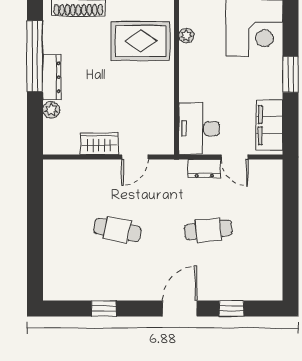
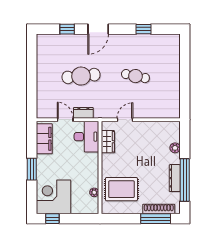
dresser: (52, 77) -> (175, 178), moved
wardrobe: (99, 144) -> (108, 142), moved, turned -90
cafe table: (208, 230) -> (81, 76), width x1.37, depth x1.35

